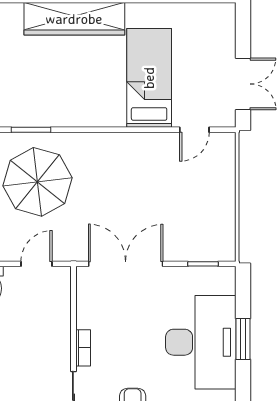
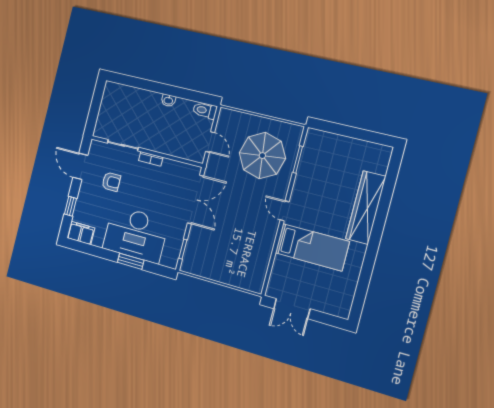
door: (194, 130) -> (285, 211), moved

